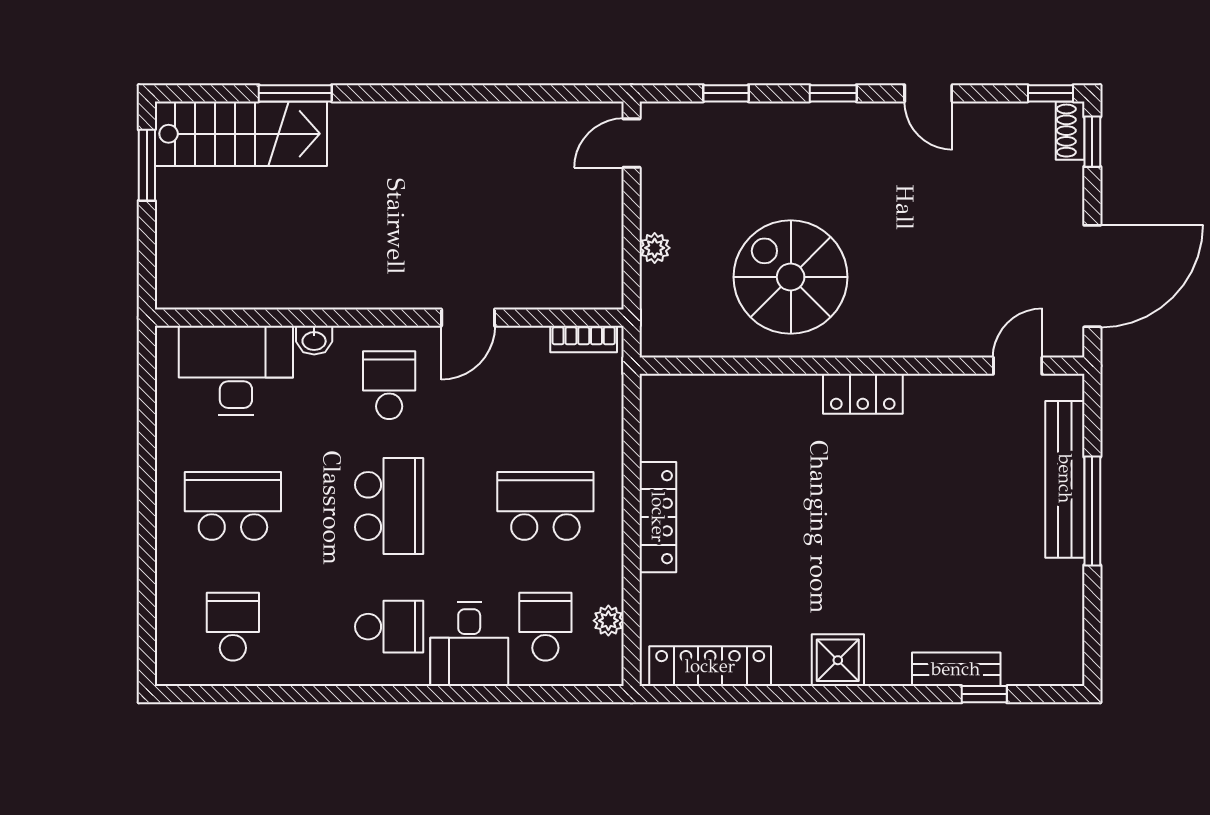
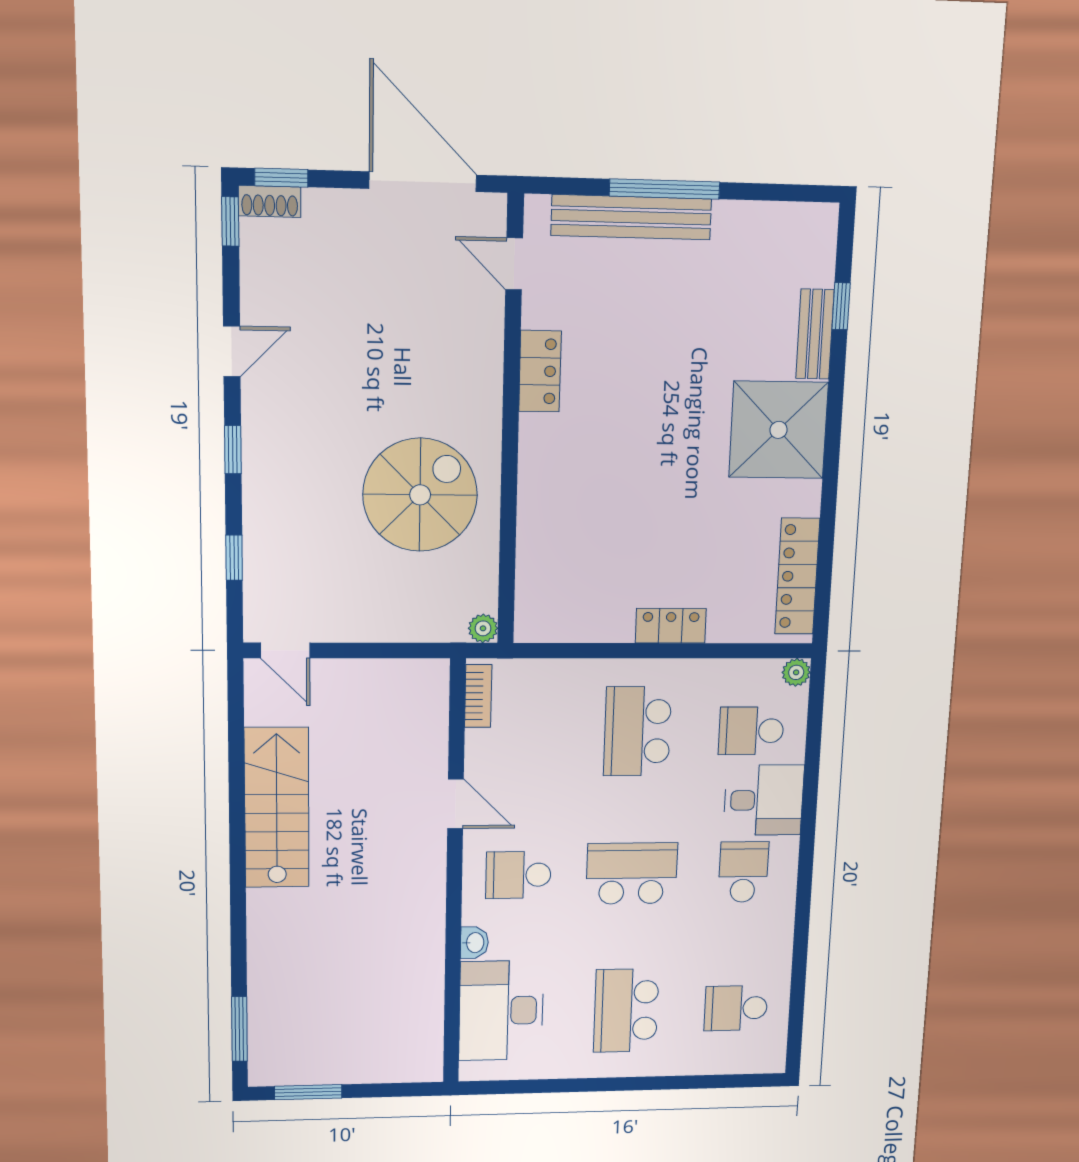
window: (295, 93) -> (239, 1029), moved
stairs: (241, 134) -> (277, 808), moved
plant: (655, 248) -> (483, 628), moved
spiral stairs: (791, 277) -> (420, 495), turned 180
locker: (863, 394) -> (540, 371), moved
locker: (658, 517) -> (671, 626), width x0.66
plant: (608, 621) -> (796, 672), moved
shower: (838, 660) -> (779, 430), width x1.86, depth x1.86

